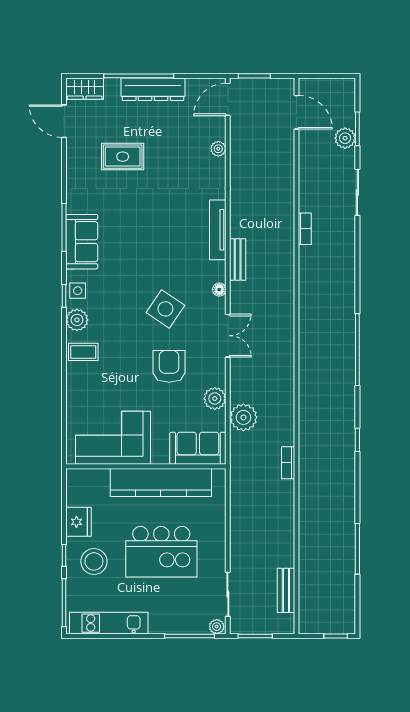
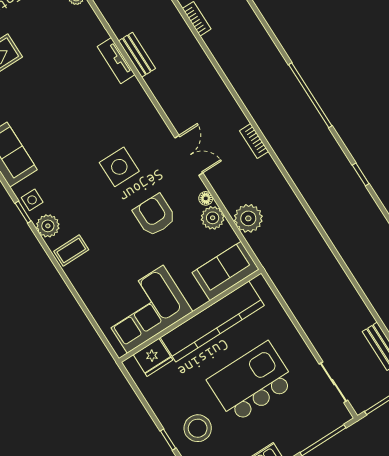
tv unit: (218, 230) -> (116, 61), width x0.71
bench: (238, 260) -> (137, 55), moved
floor lamp: (219, 290) -> (206, 198), moved
side table: (165, 309) -> (119, 167), turned -34
bookcase: (288, 463) -> (254, 141), moved
fridge: (78, 522) -> (153, 357), moved, turned 90
kitchen island: (161, 552) -> (251, 382), turned 180
plant: (217, 627) -> (342, 417), removed

